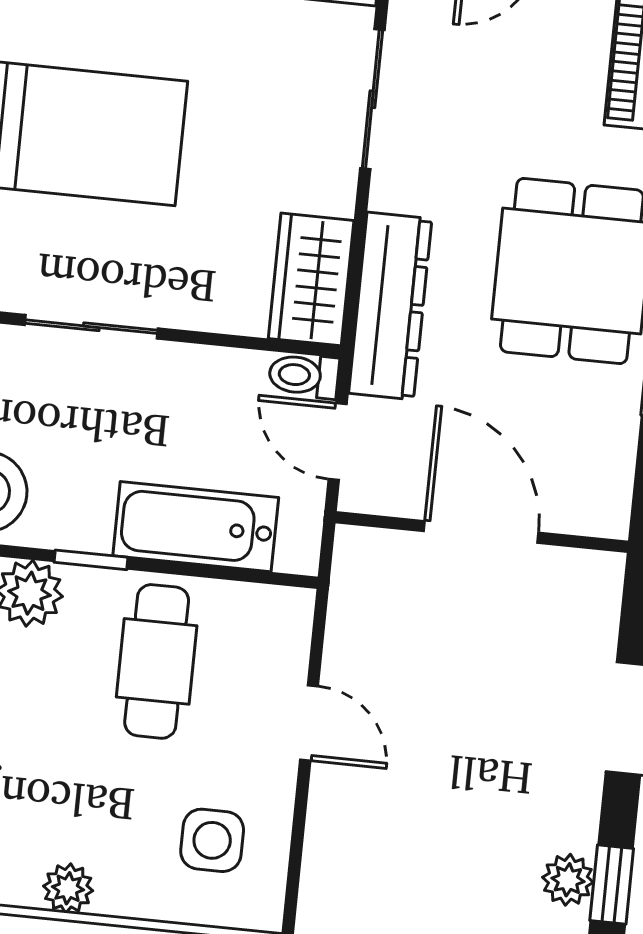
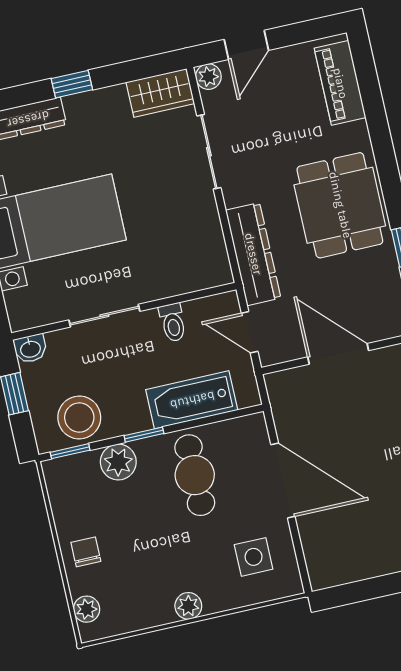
wardrobe: (311, 279) -> (208, 254), removed
toilet: (304, 376) -> (173, 322), moved, turned -90
door: (309, 723) -> (283, 481), width x1.88

